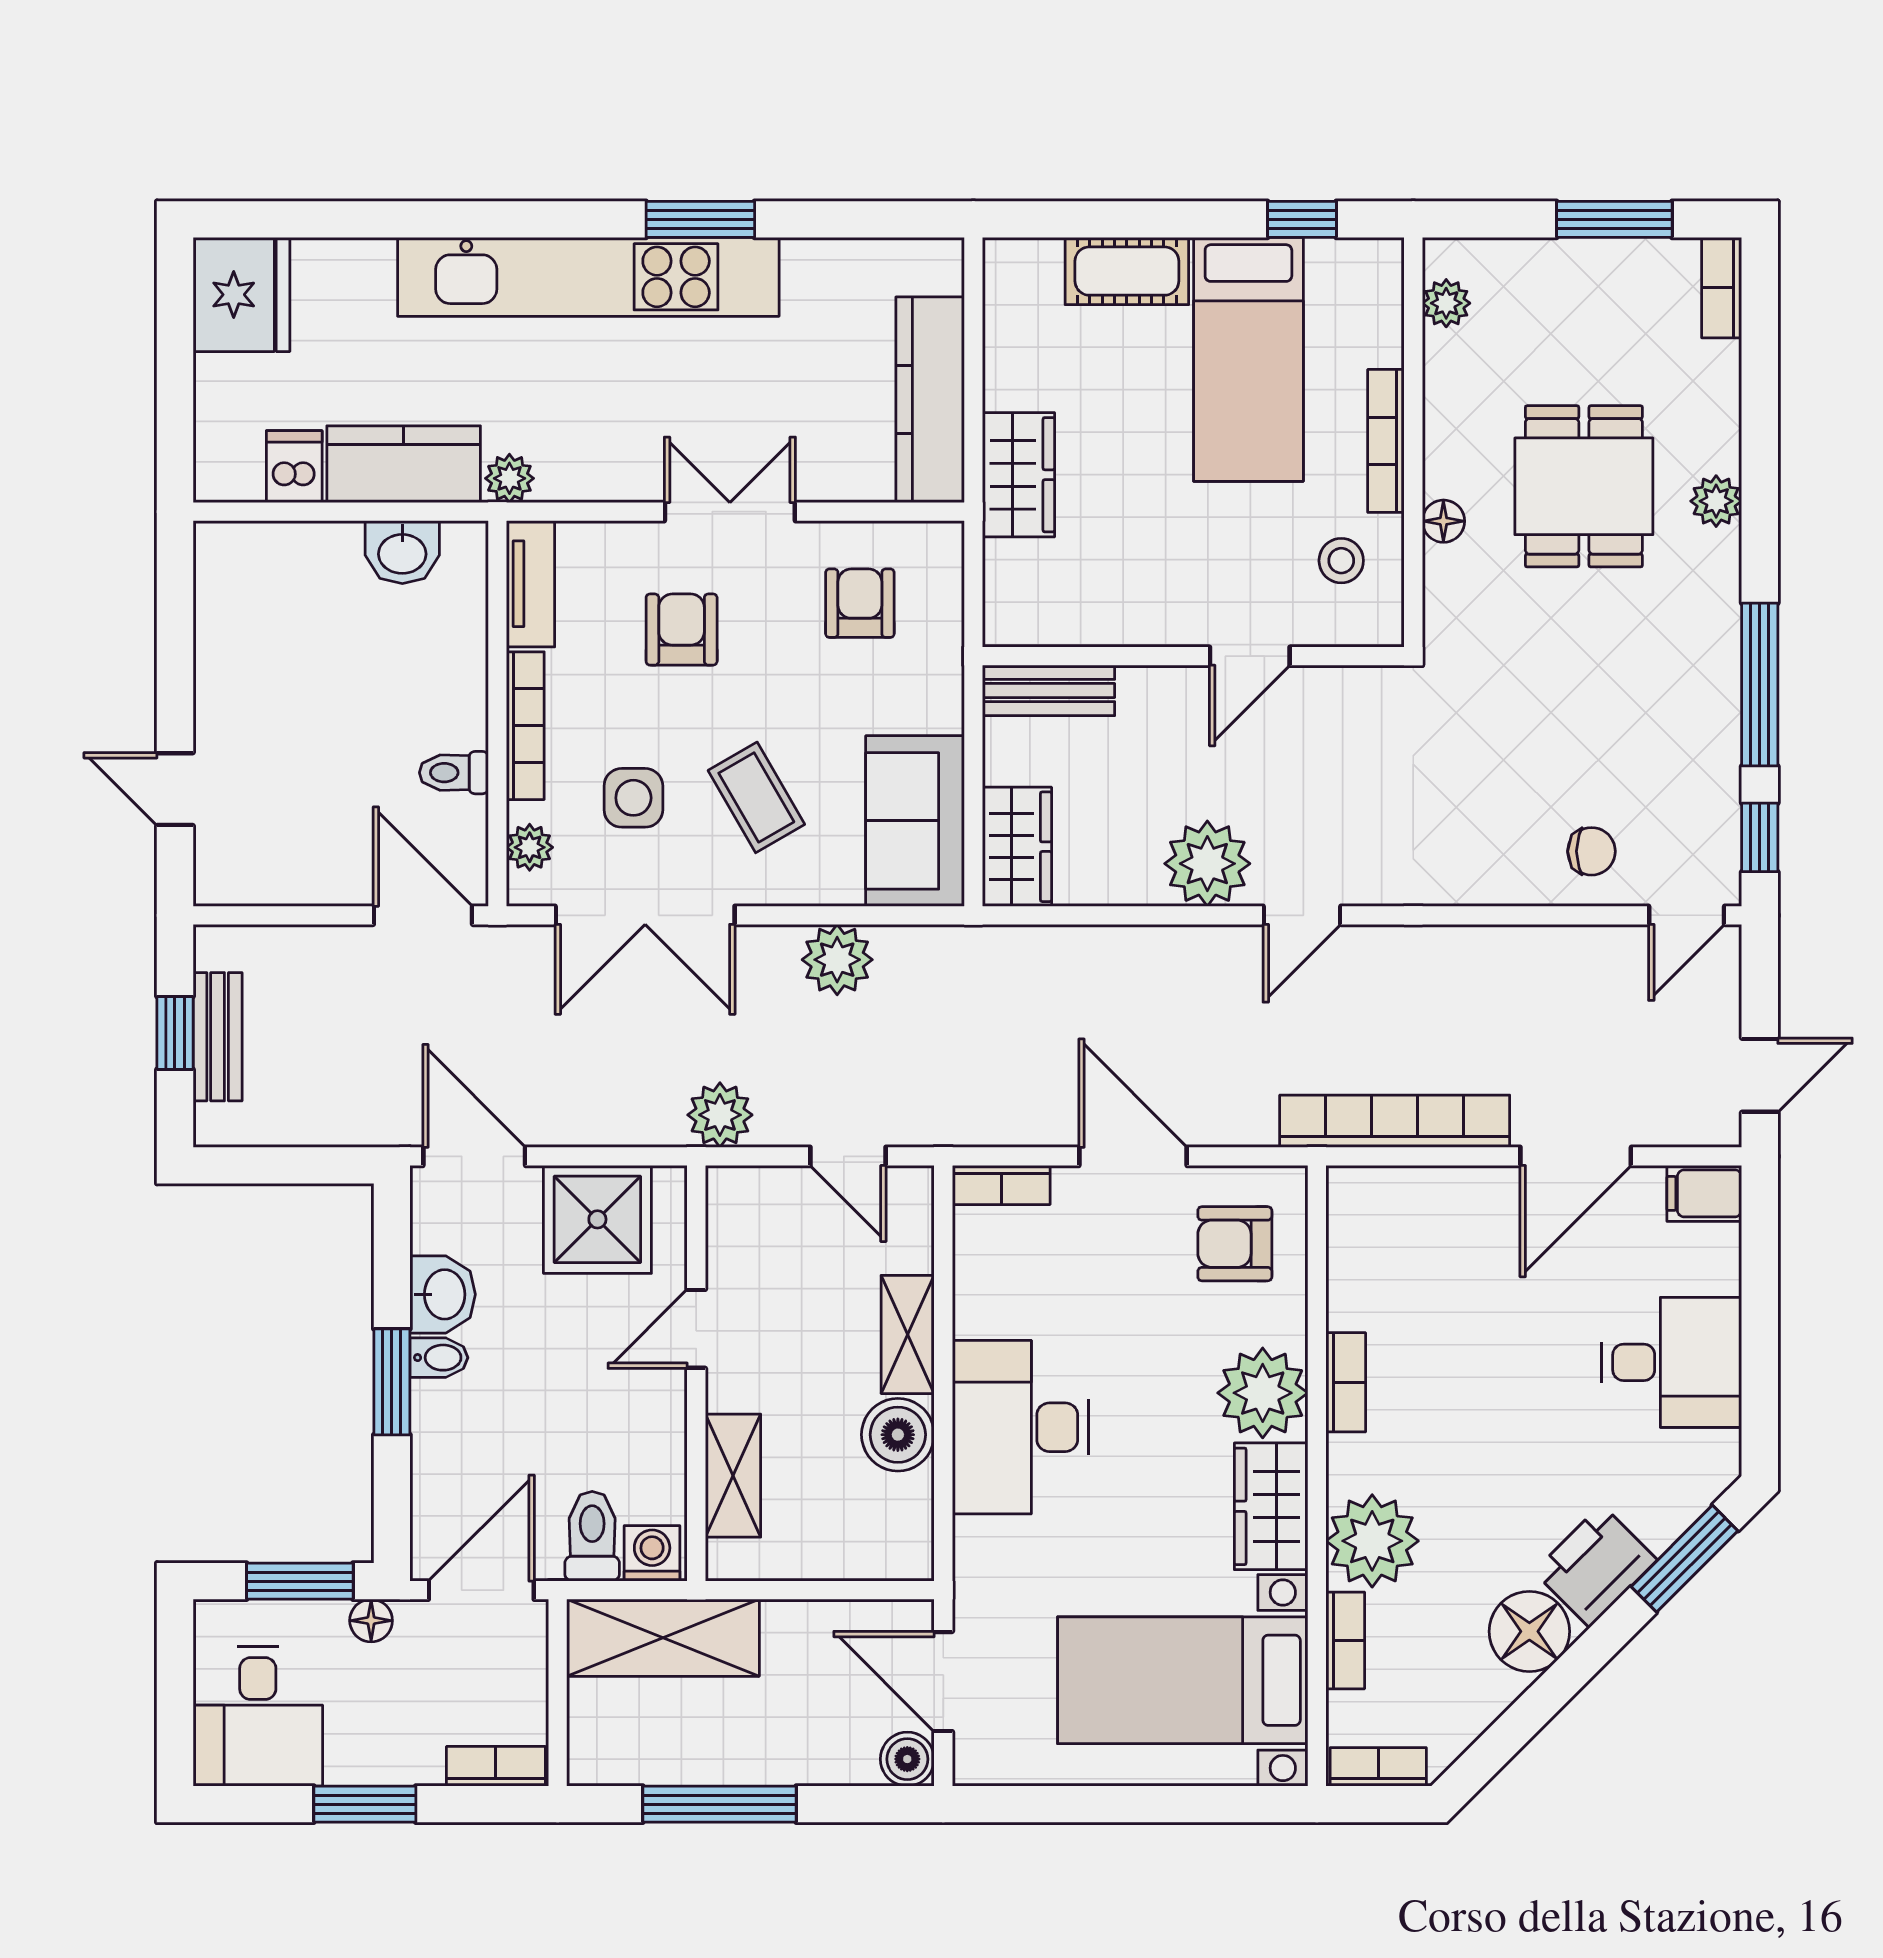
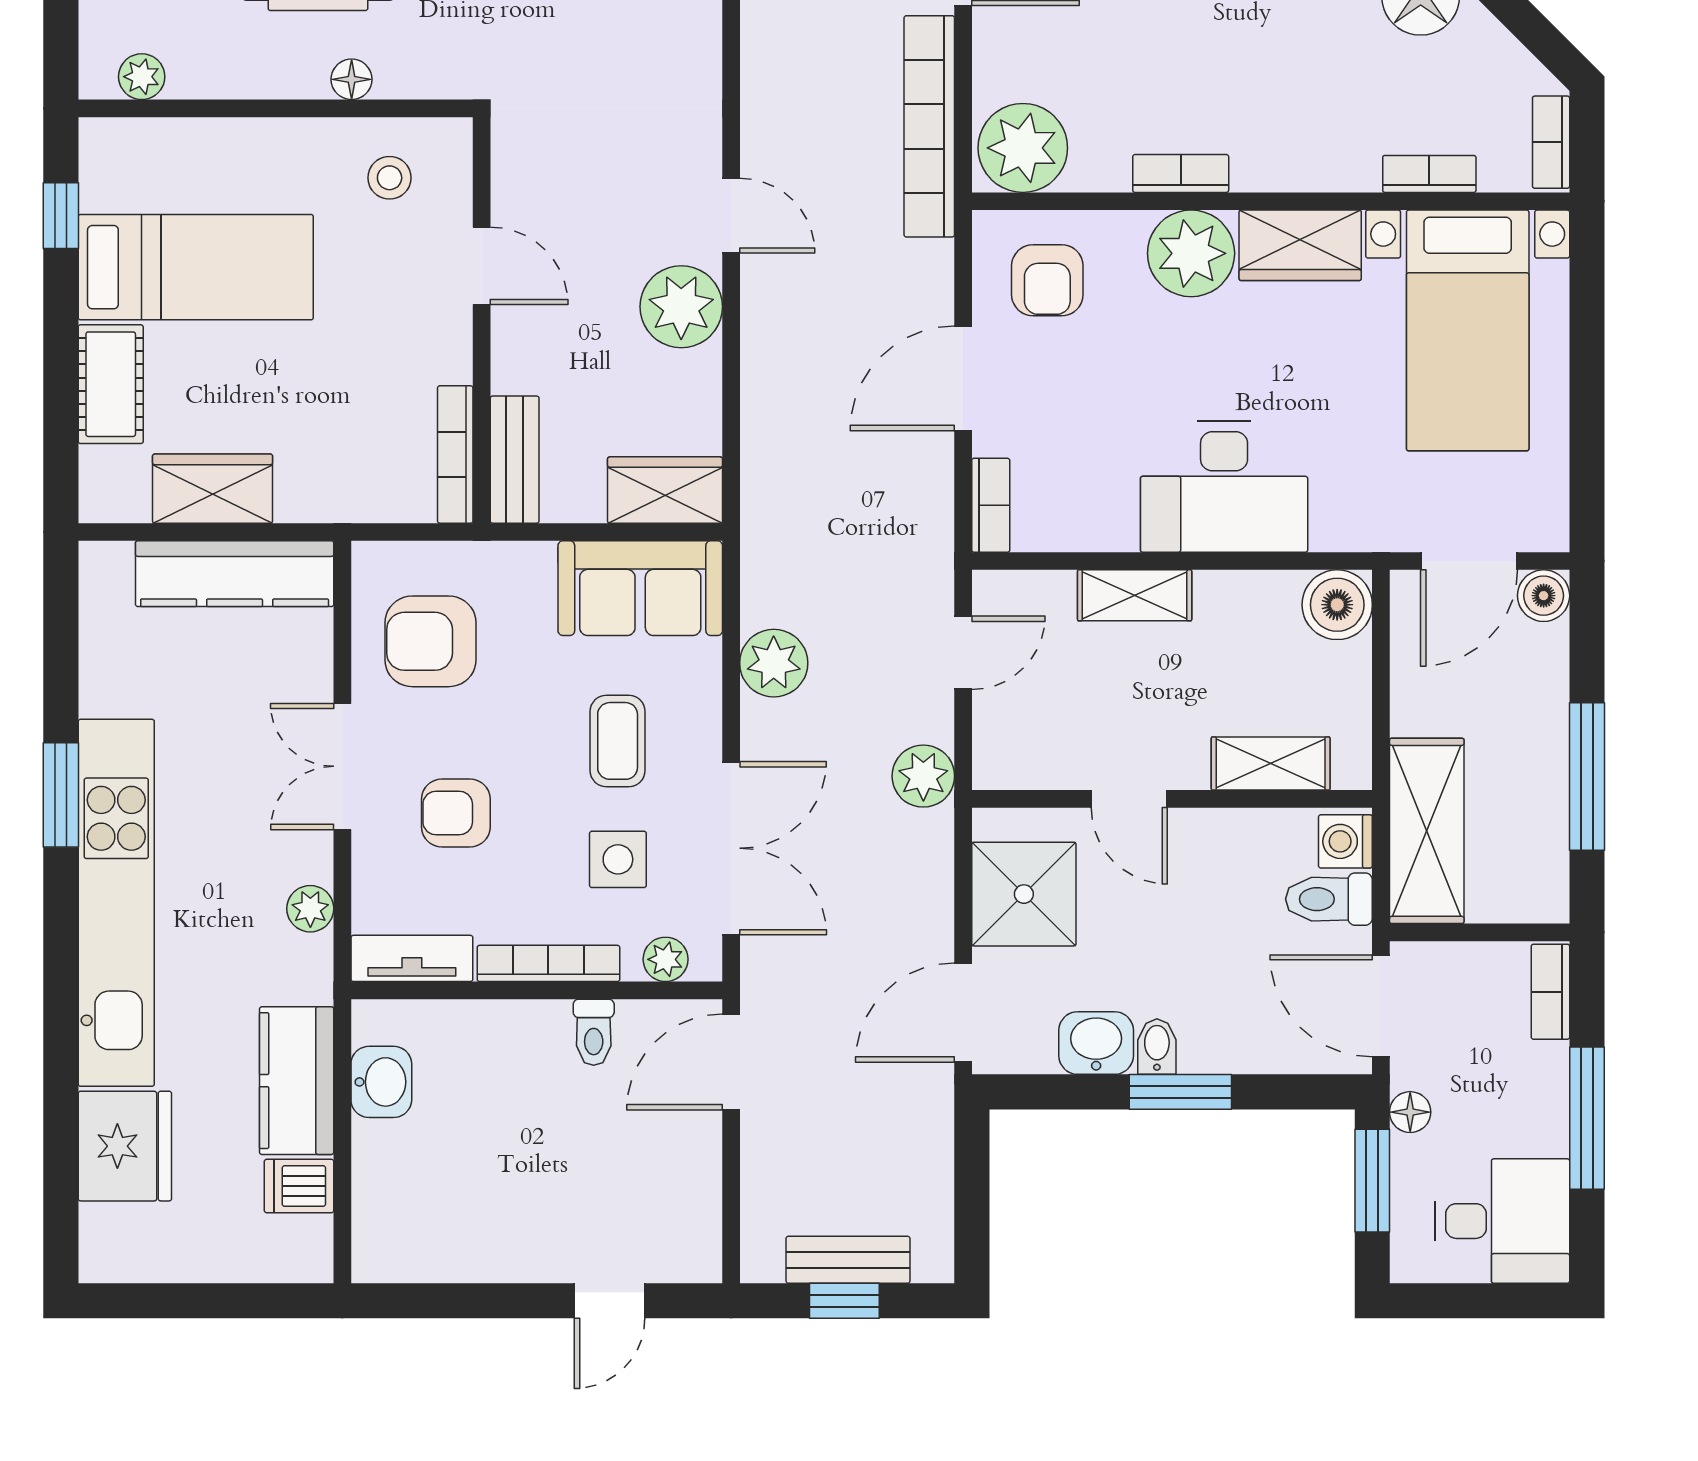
fridge: (241, 295) -> (125, 1146), moved, turned 90
bookcase: (1386, 441) -> (455, 454), moved, turned 90
wardrobe: (1018, 475) -> (213, 489), moved
plant: (509, 478) -> (310, 909), moved
armchair: (860, 603) -> (430, 641), width x1.38, depth x1.38
coffee table: (756, 797) -> (618, 741), turned -60
boiler: (898, 1435) -> (1337, 605), moved
plant: (1372, 1541) -> (1023, 148), moved
window: (365, 1804) -> (1587, 1118), width x1.44

